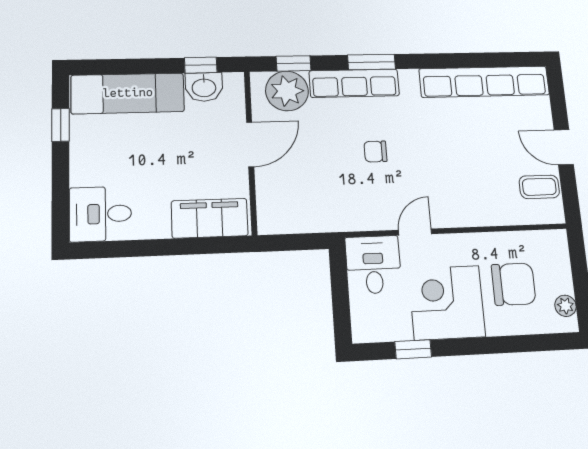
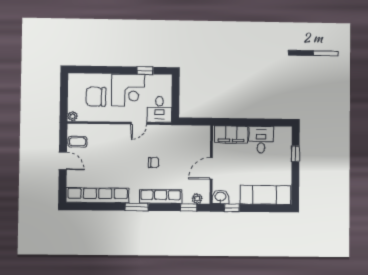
window: (371, 62) -> (137, 207), moved
washbasin: (204, 87) -> (221, 197), moved
plant: (287, 91) -> (197, 198), width x0.53, depth x0.53
window: (61, 125) -> (296, 154), moved
desk: (100, 214) -> (261, 140), moved, turned -90
plant: (566, 306) -> (72, 116), moved

